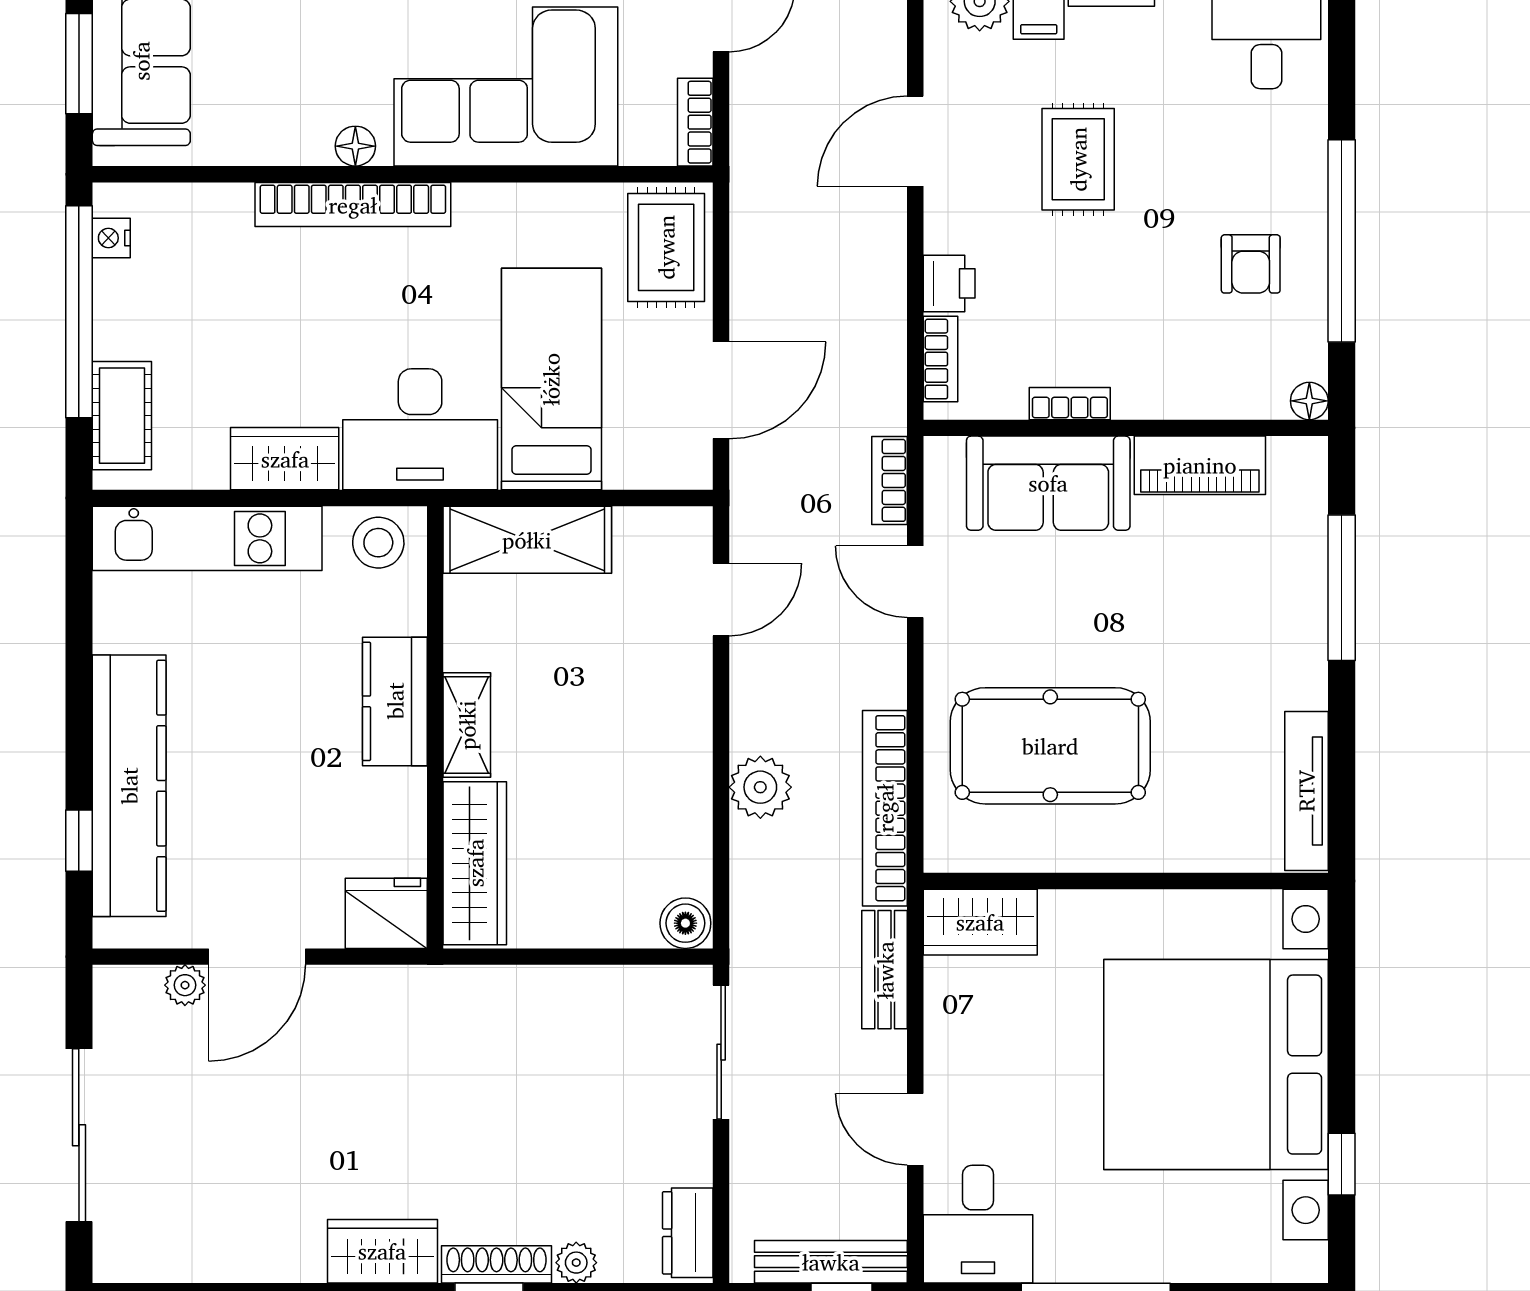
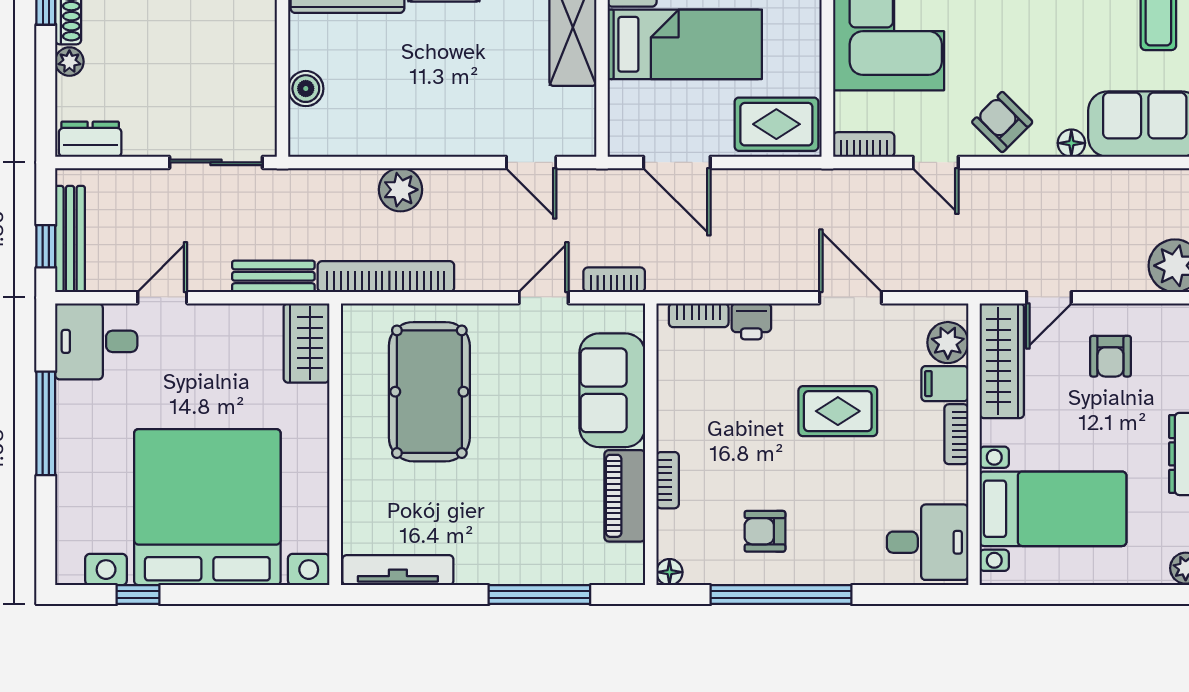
bookcase: (1070, 404) -> (668, 480), moved
boiler: (685, 923) -> (306, 89), moved

